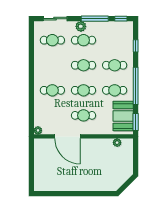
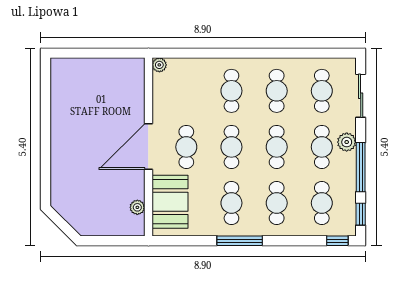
cafe table: (115, 40) -> (322, 203), added
window: (136, 46) -> (337, 241), moved
cafe table: (52, 65) -> (277, 91), added
window: (136, 86) -> (240, 241), width x0.68
booth: (123, 116) -> (170, 202), moved, turned 90
window: (136, 122) -> (174, 241), removed
door: (67, 136) -> (148, 146), moved

